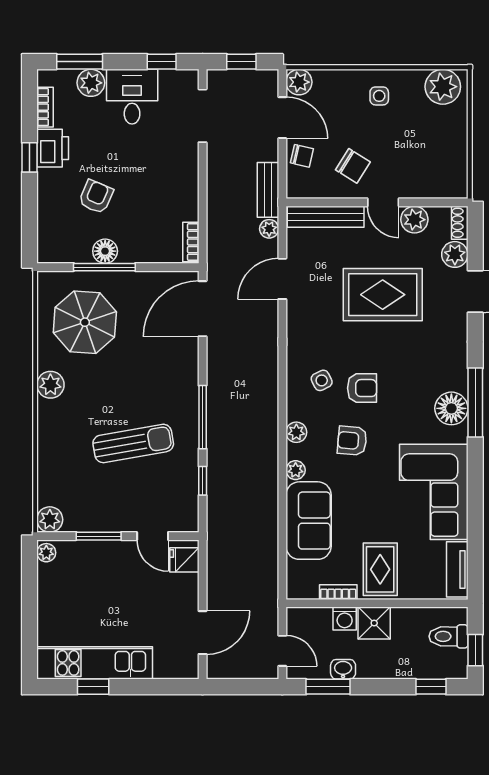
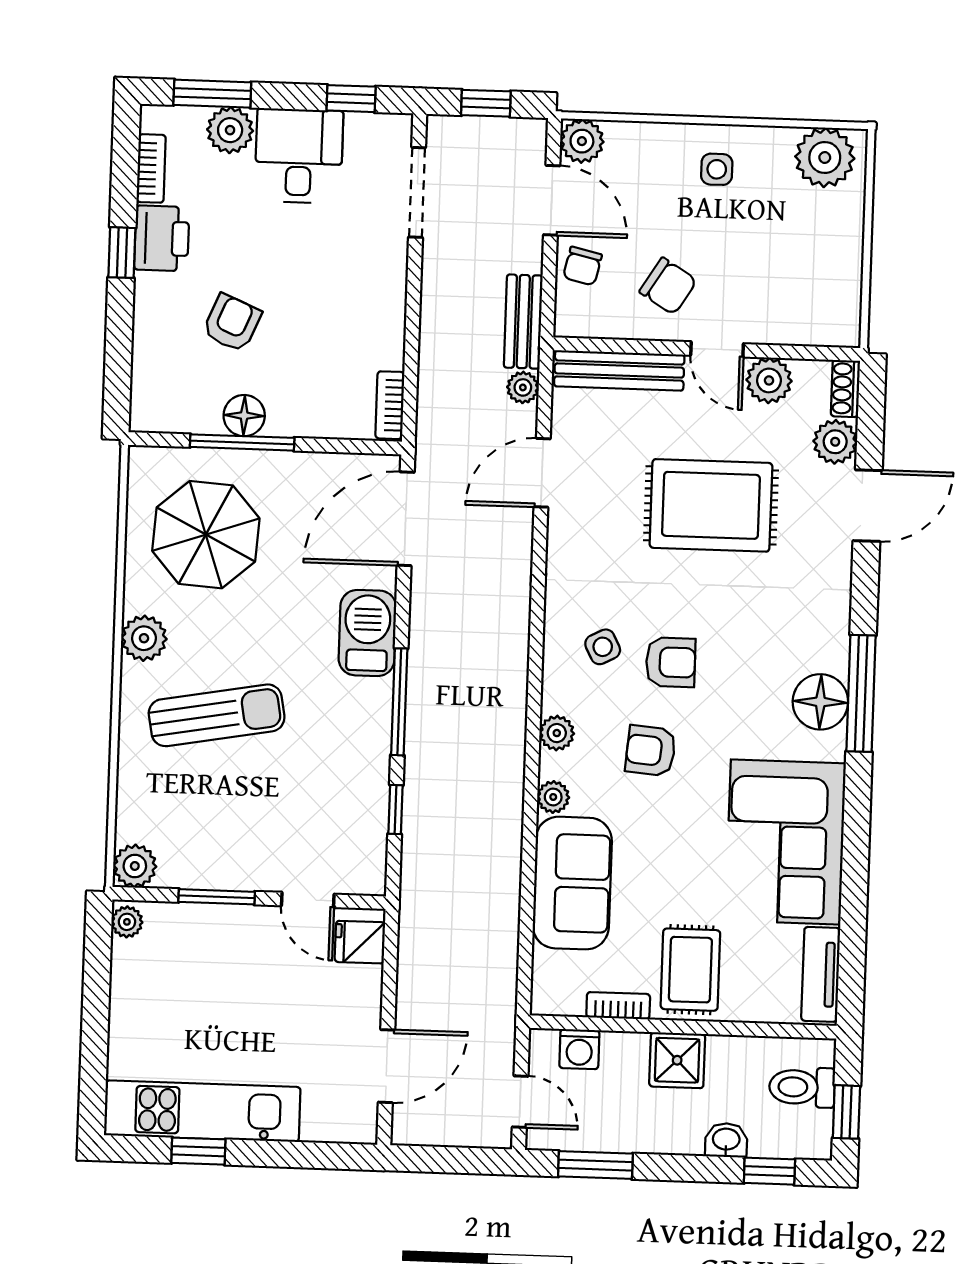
chair: (302, 156) -> (582, 266), turned 90
barbecue: (182, 377) -> (367, 633), added
sun lounger: (133, 443) -> (217, 715), moved
washing machine: (345, 619) -> (579, 1049), moved
washbasin: (343, 669) -> (726, 1140), moved

